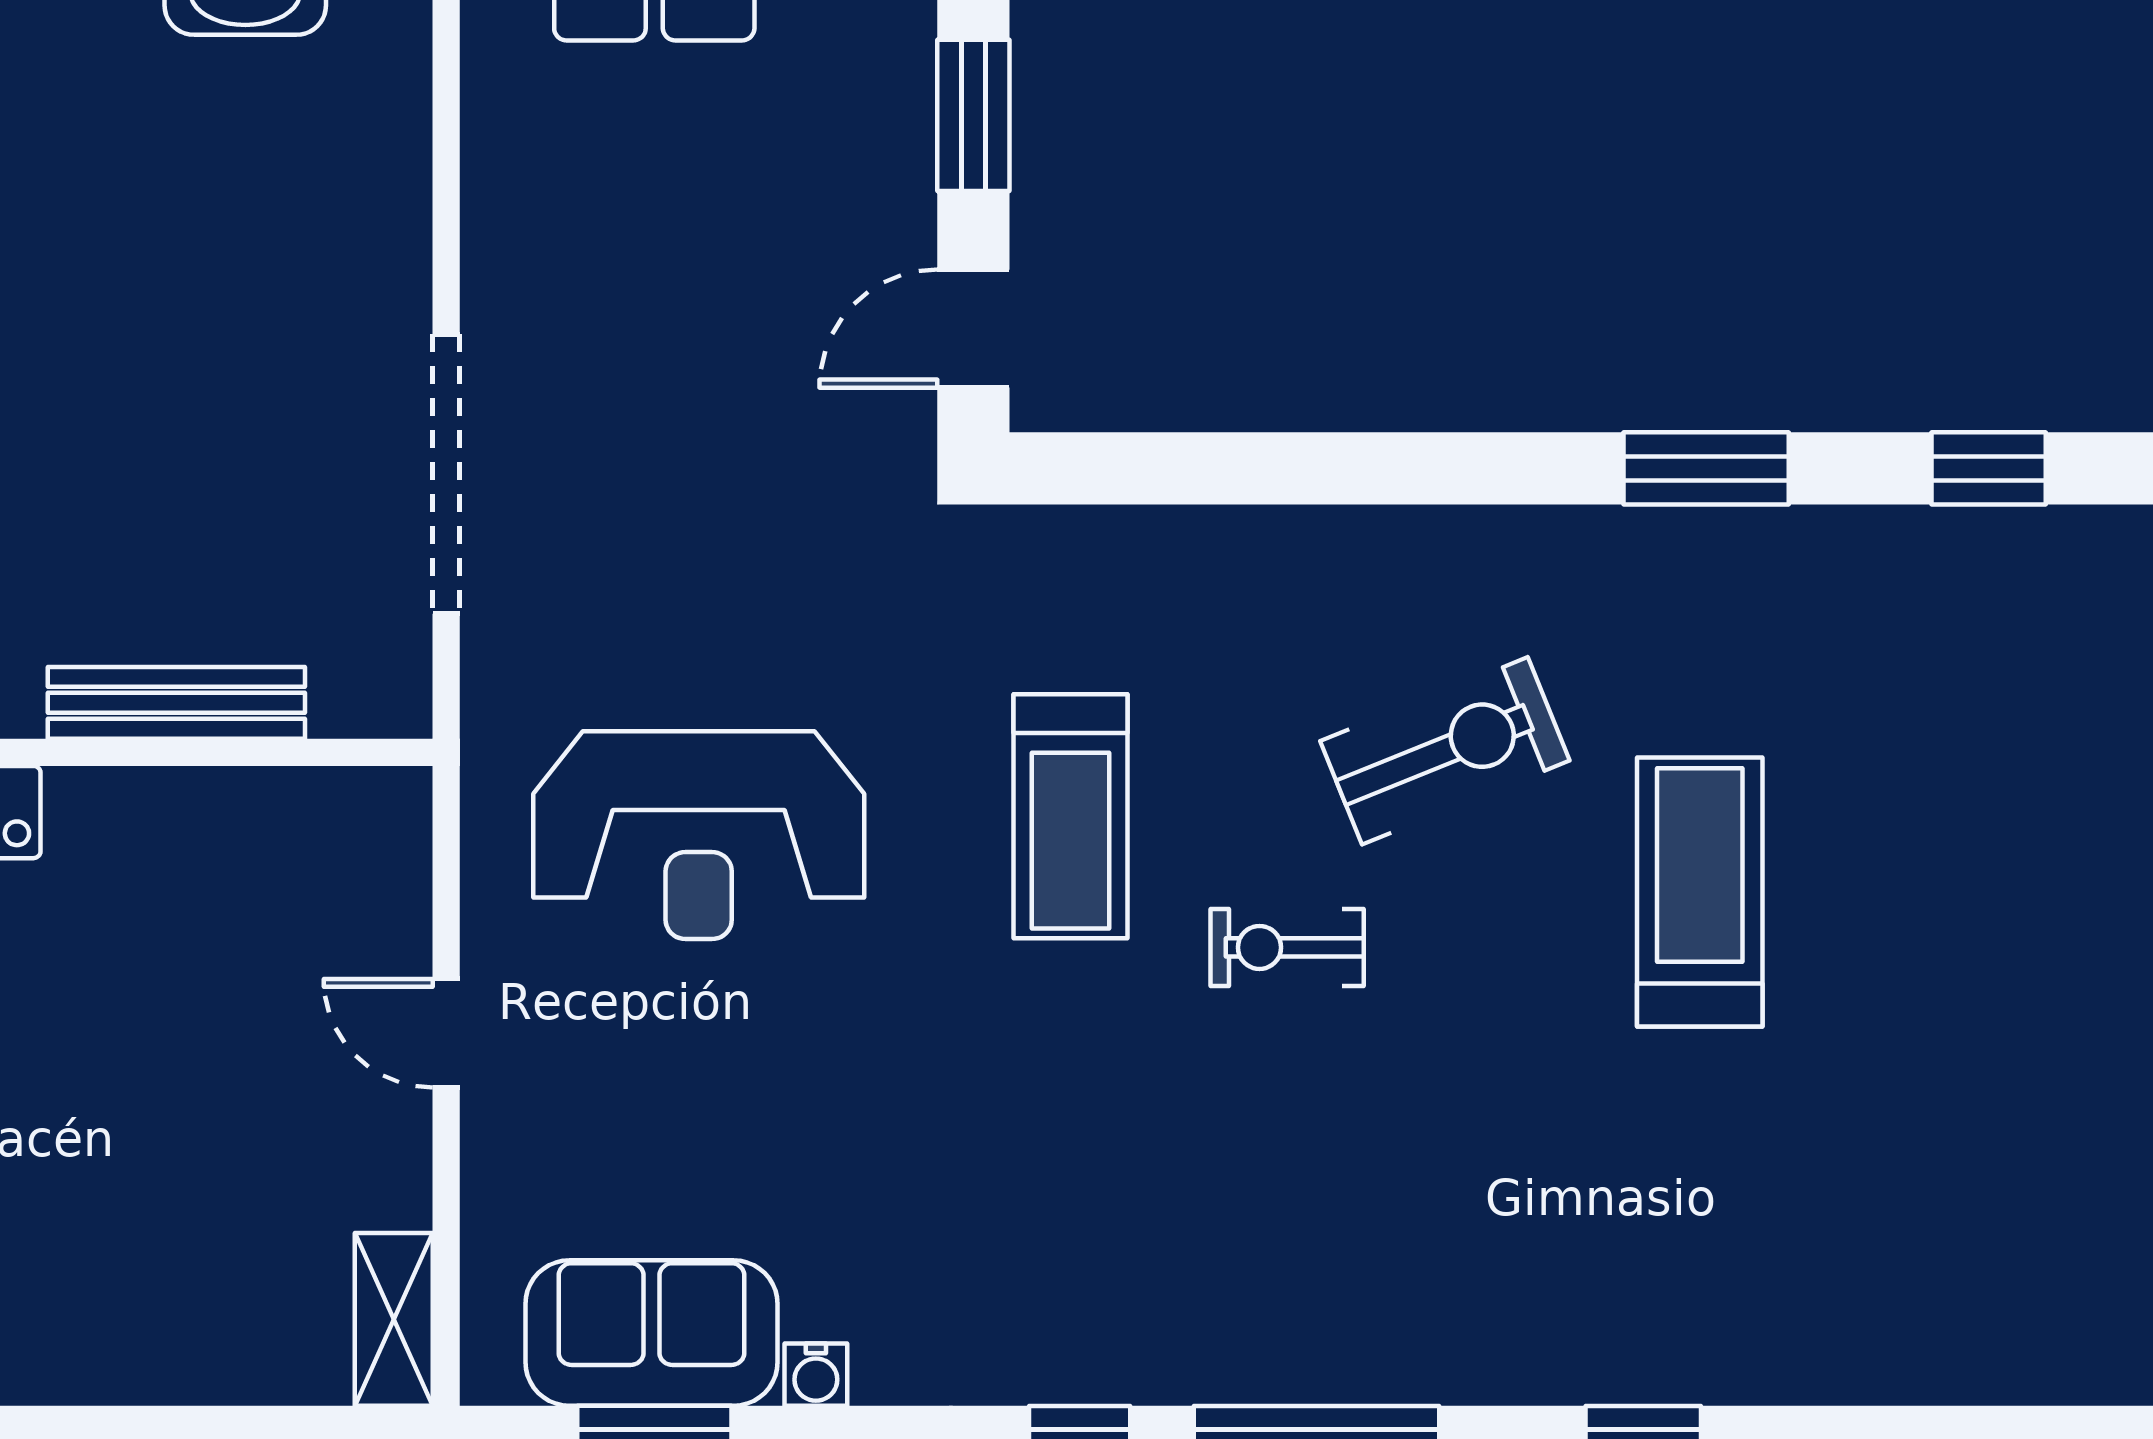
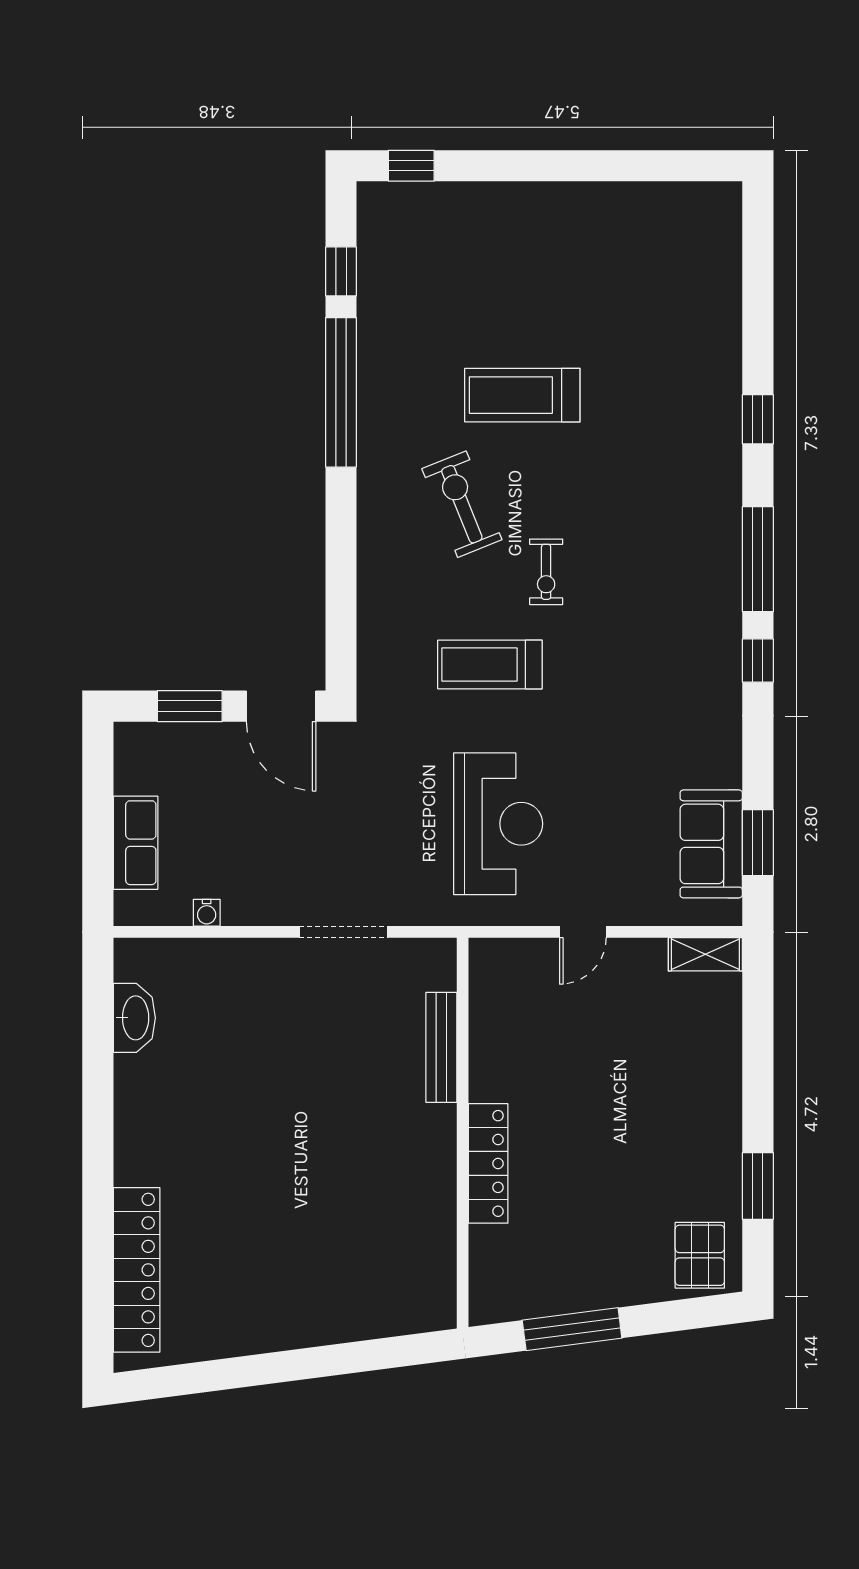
door: (973, 329) -> (281, 706), width x1.38
window: (1706, 468) -> (341, 392), width x2.11
doorway: (446, 474) -> (343, 932), width x0.73
treadmill: (1070, 816) -> (490, 665), turned 180
water cooler: (816, 1375) -> (207, 913), moved, turned 90

